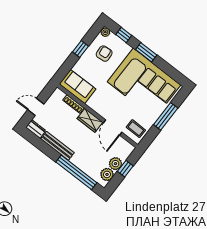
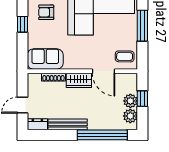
armchair: (104, 54) -> (46, 12), turned -84

